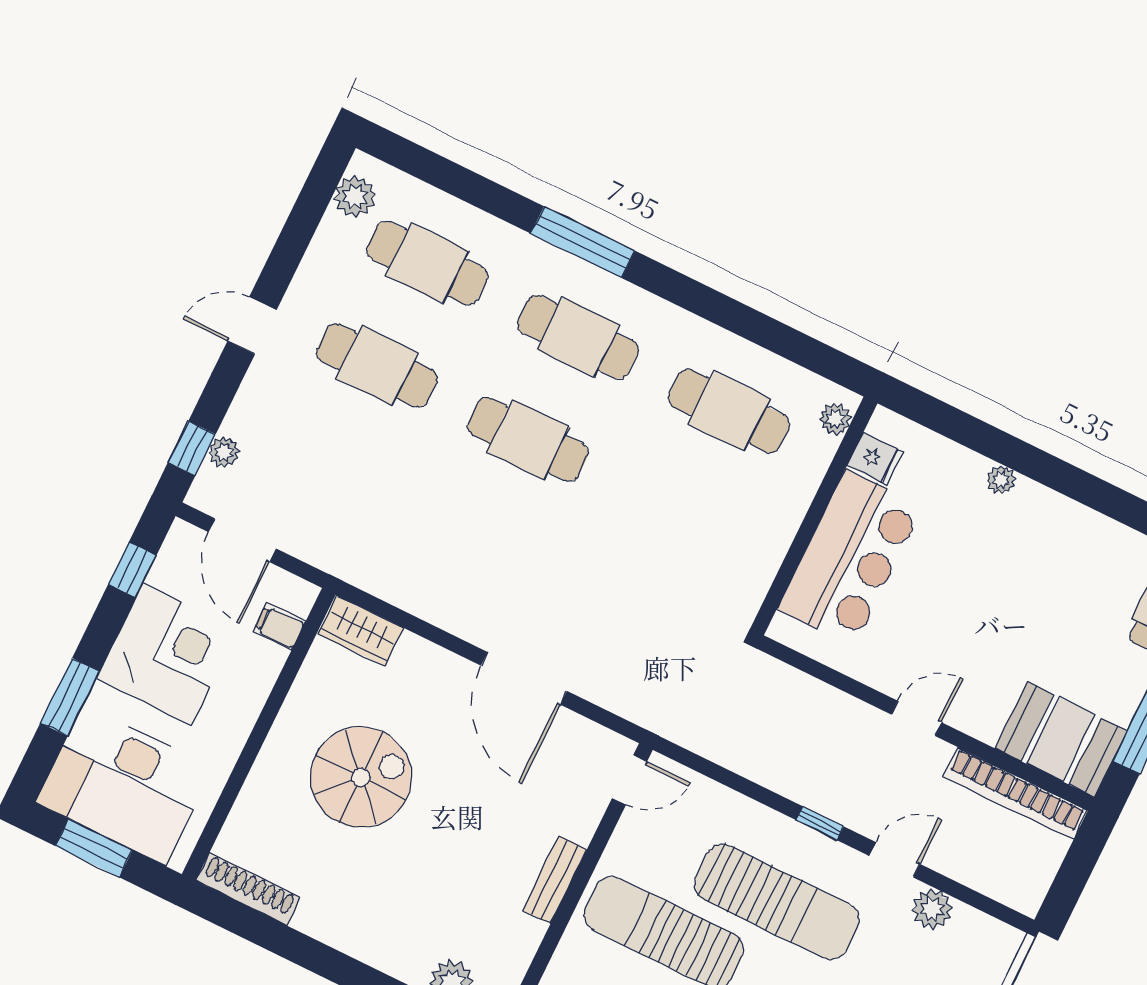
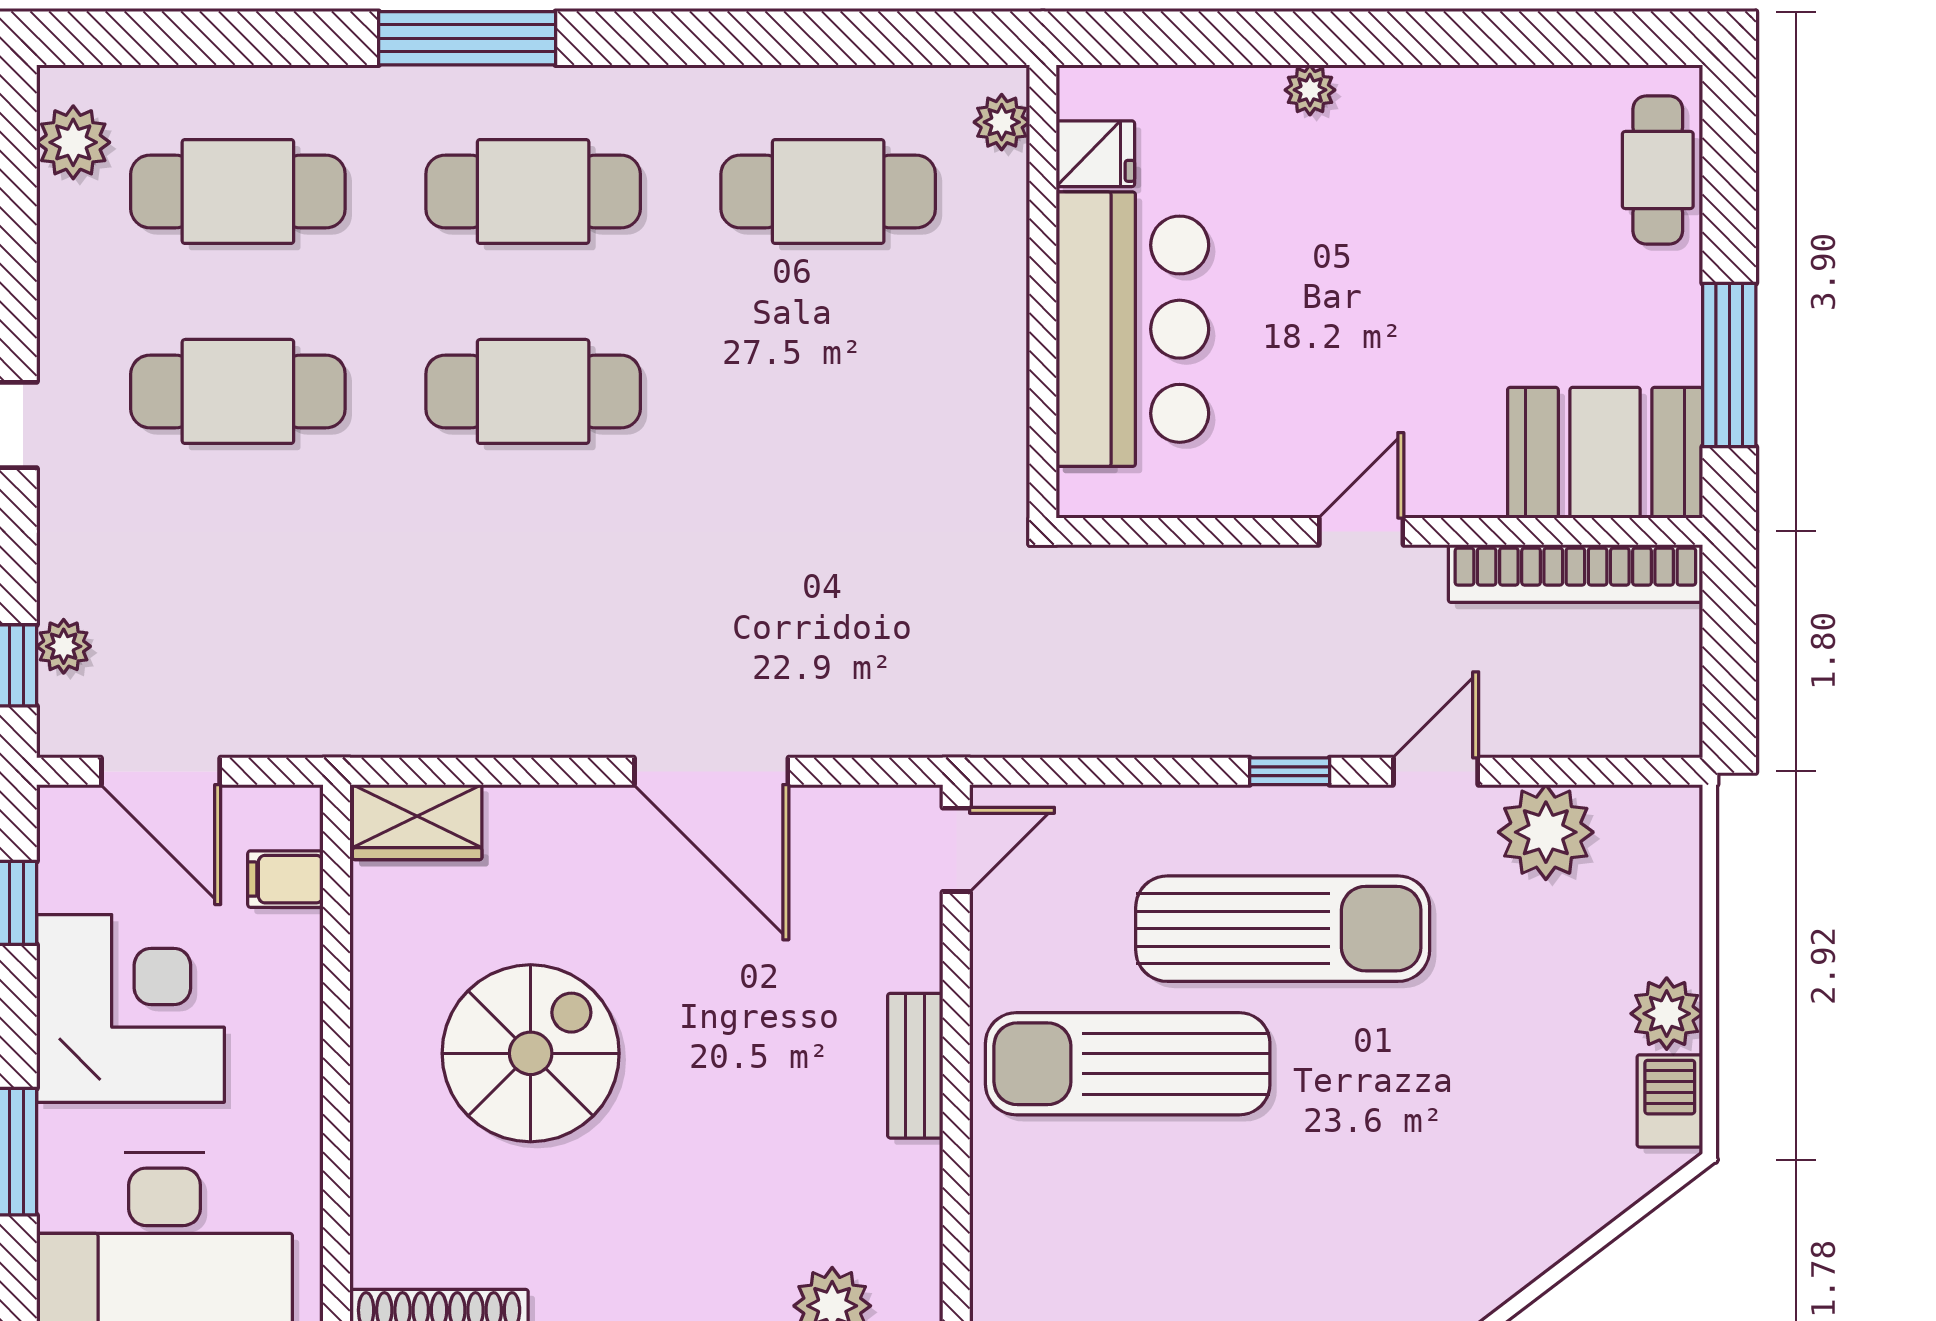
plant: (932, 909) -> (1546, 832), width x1.36, depth x1.36

